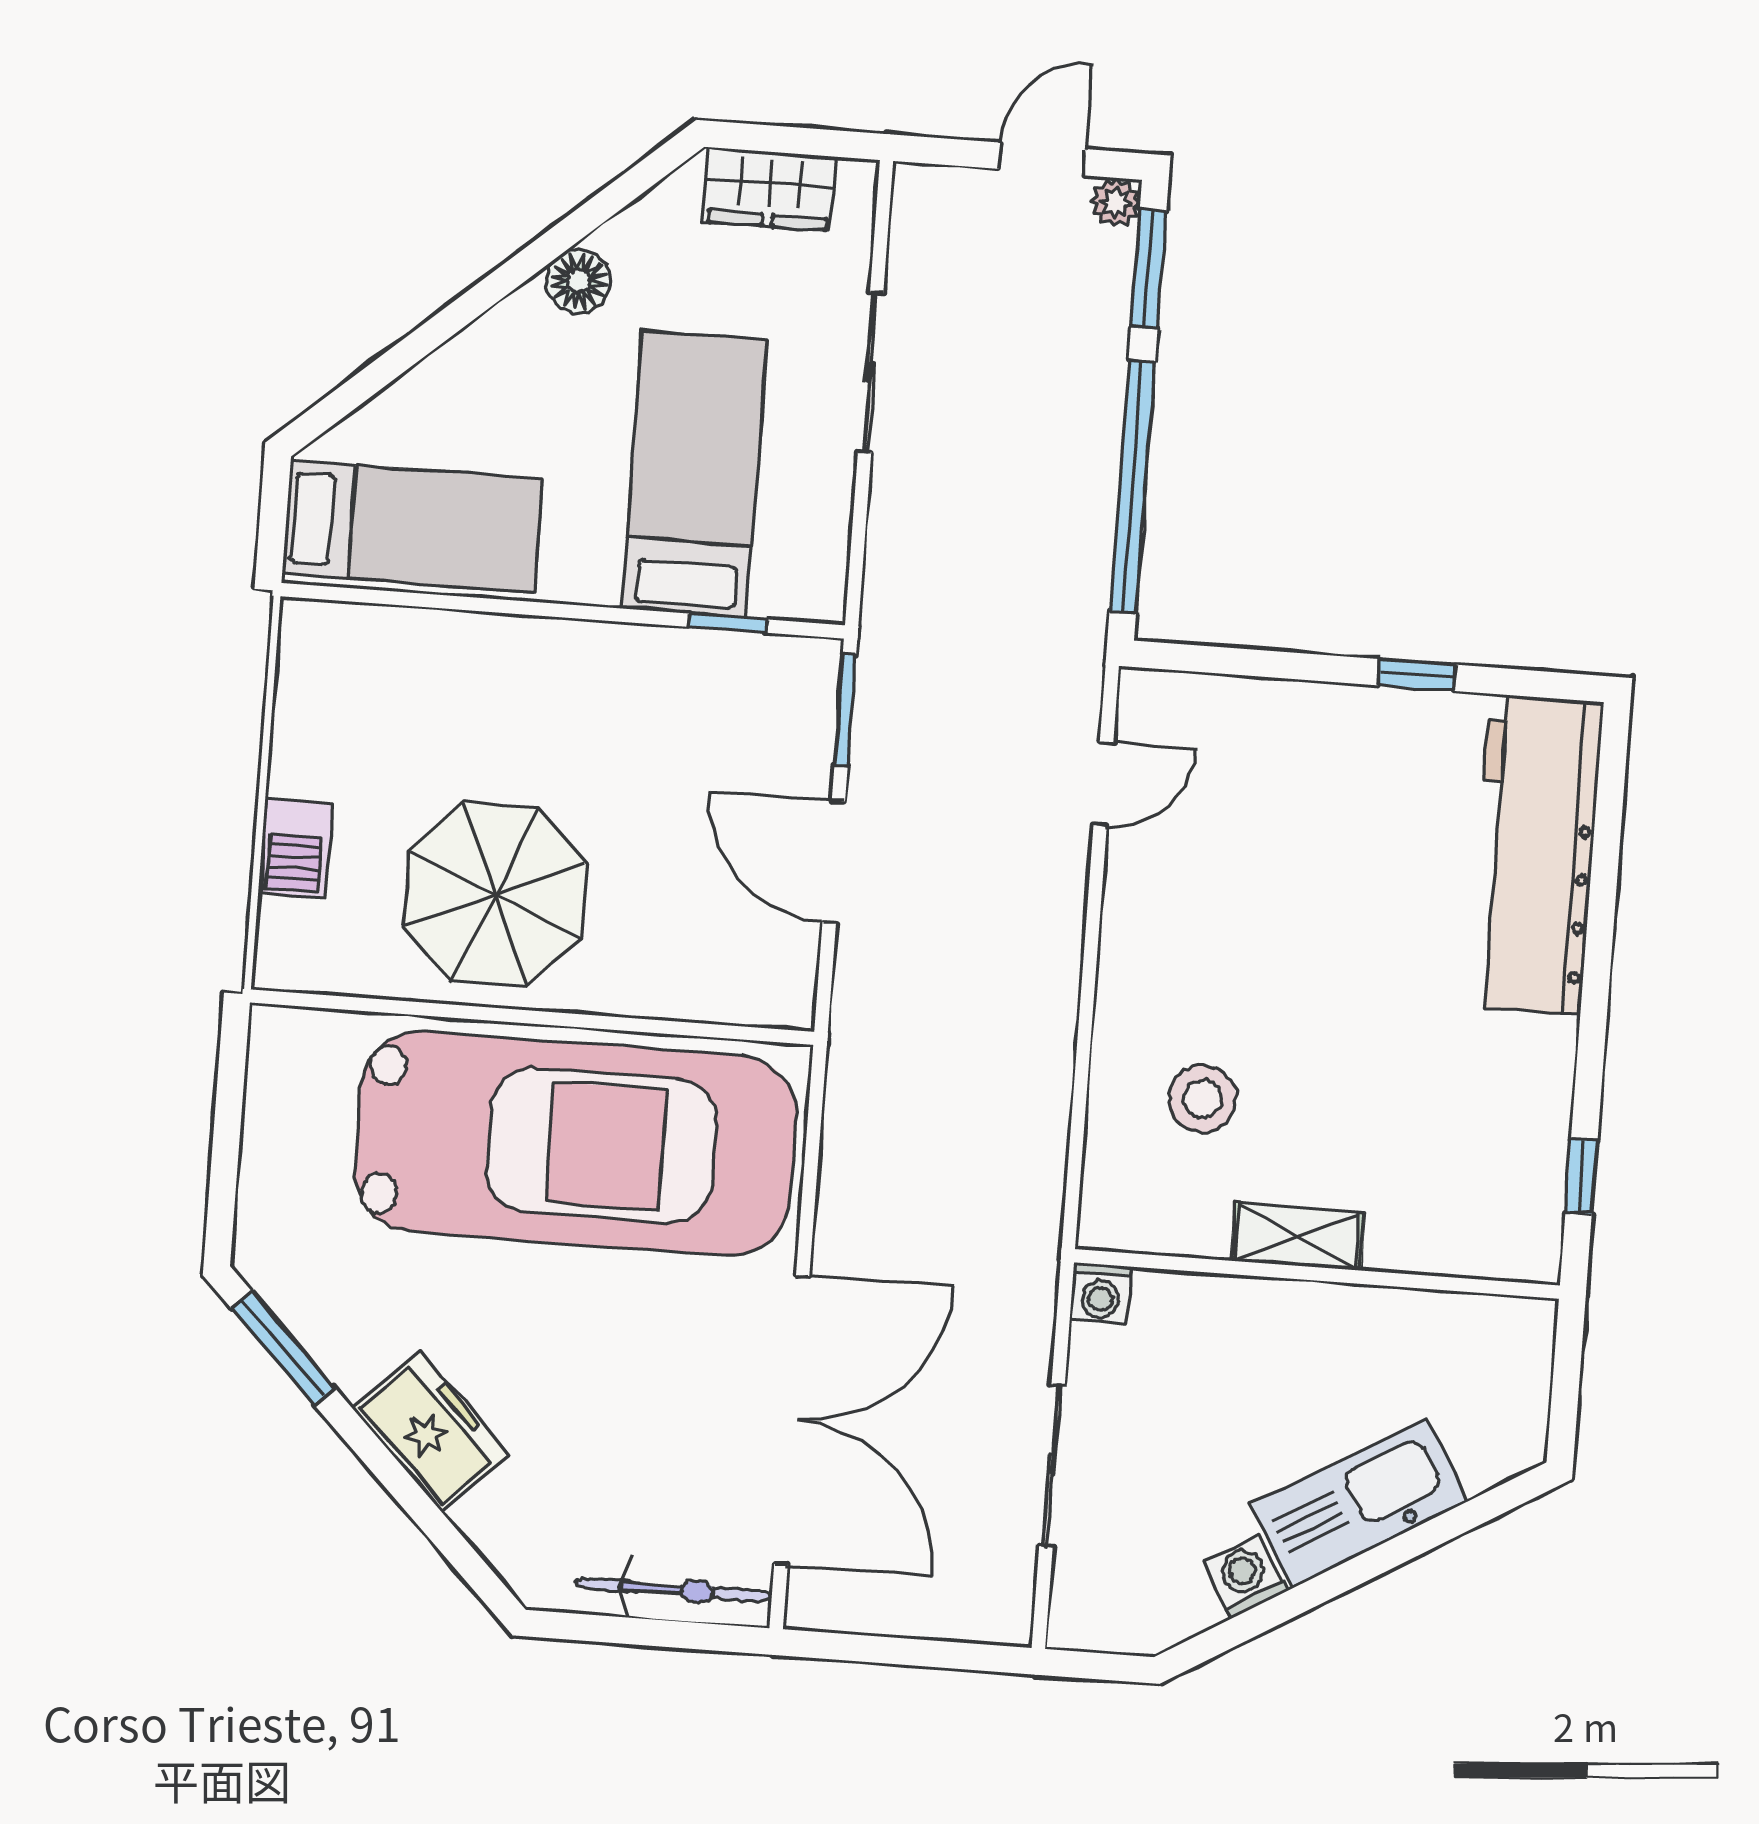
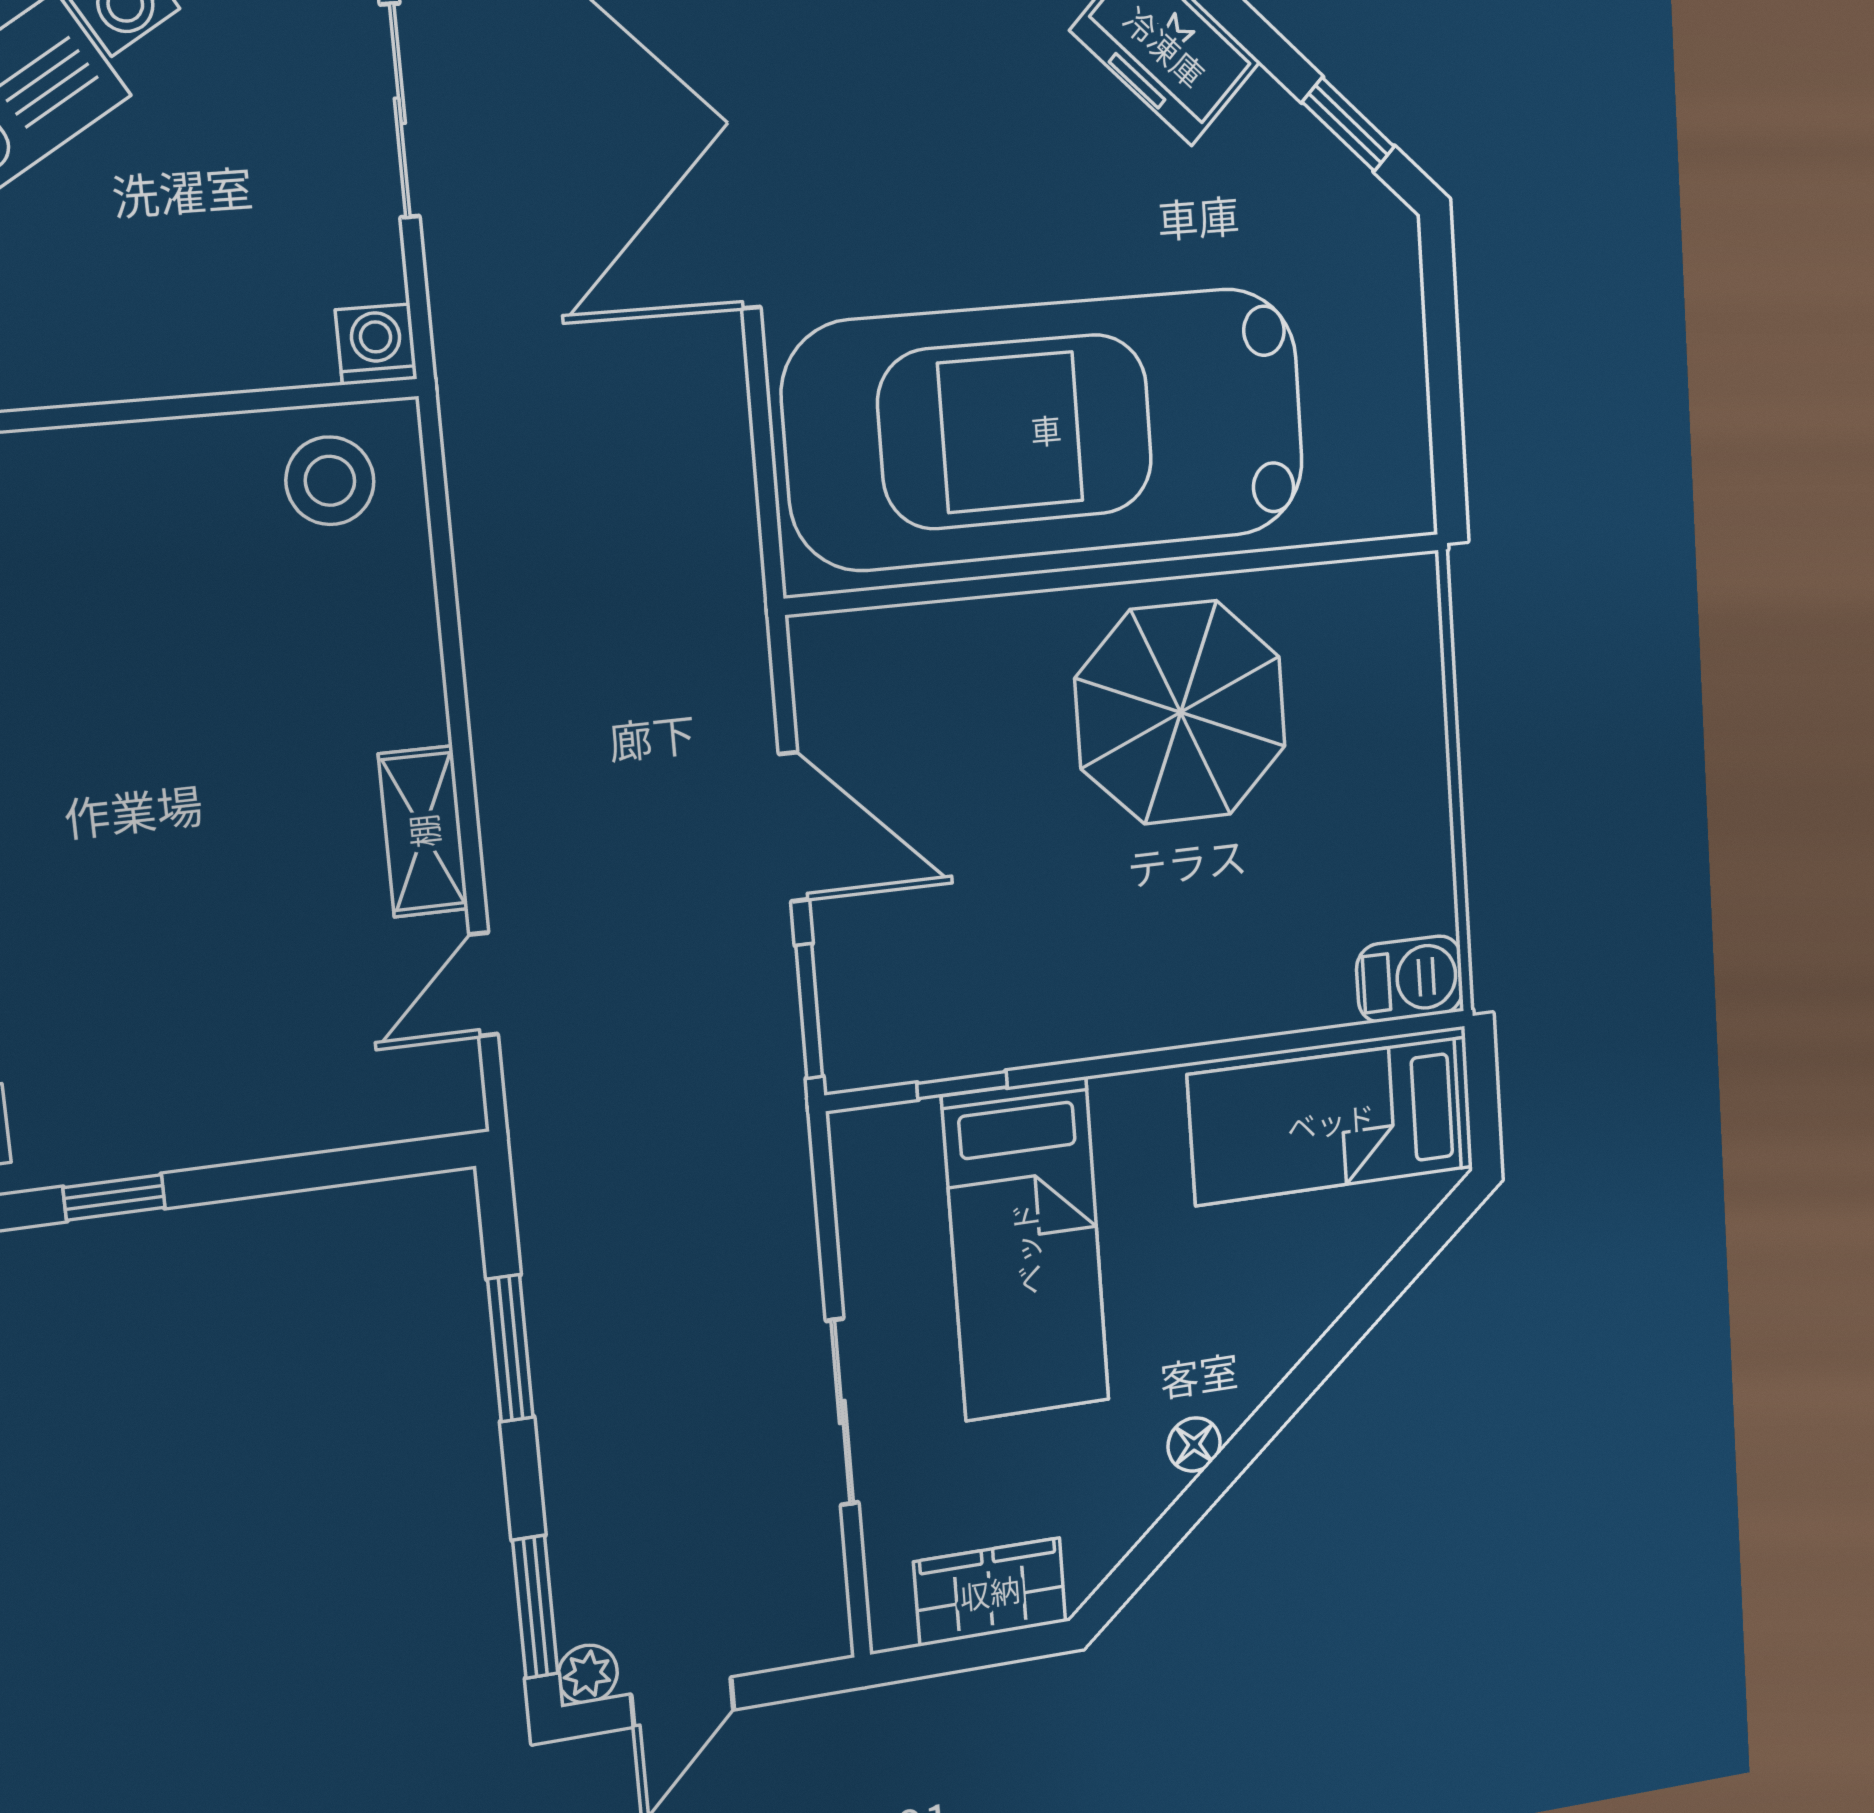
floor lamp: (578, 281) -> (1194, 1444), width x0.73, depth x0.73
window: (1132, 487) -> (510, 1348), width x0.47
barbecue: (295, 848) -> (1410, 979), moved, turned 90
stool: (1202, 1099) -> (330, 481), moved
shelving: (1298, 1237) -> (423, 831), moved, turned 90
window: (283, 1348) -> (1348, 124), width x0.67

